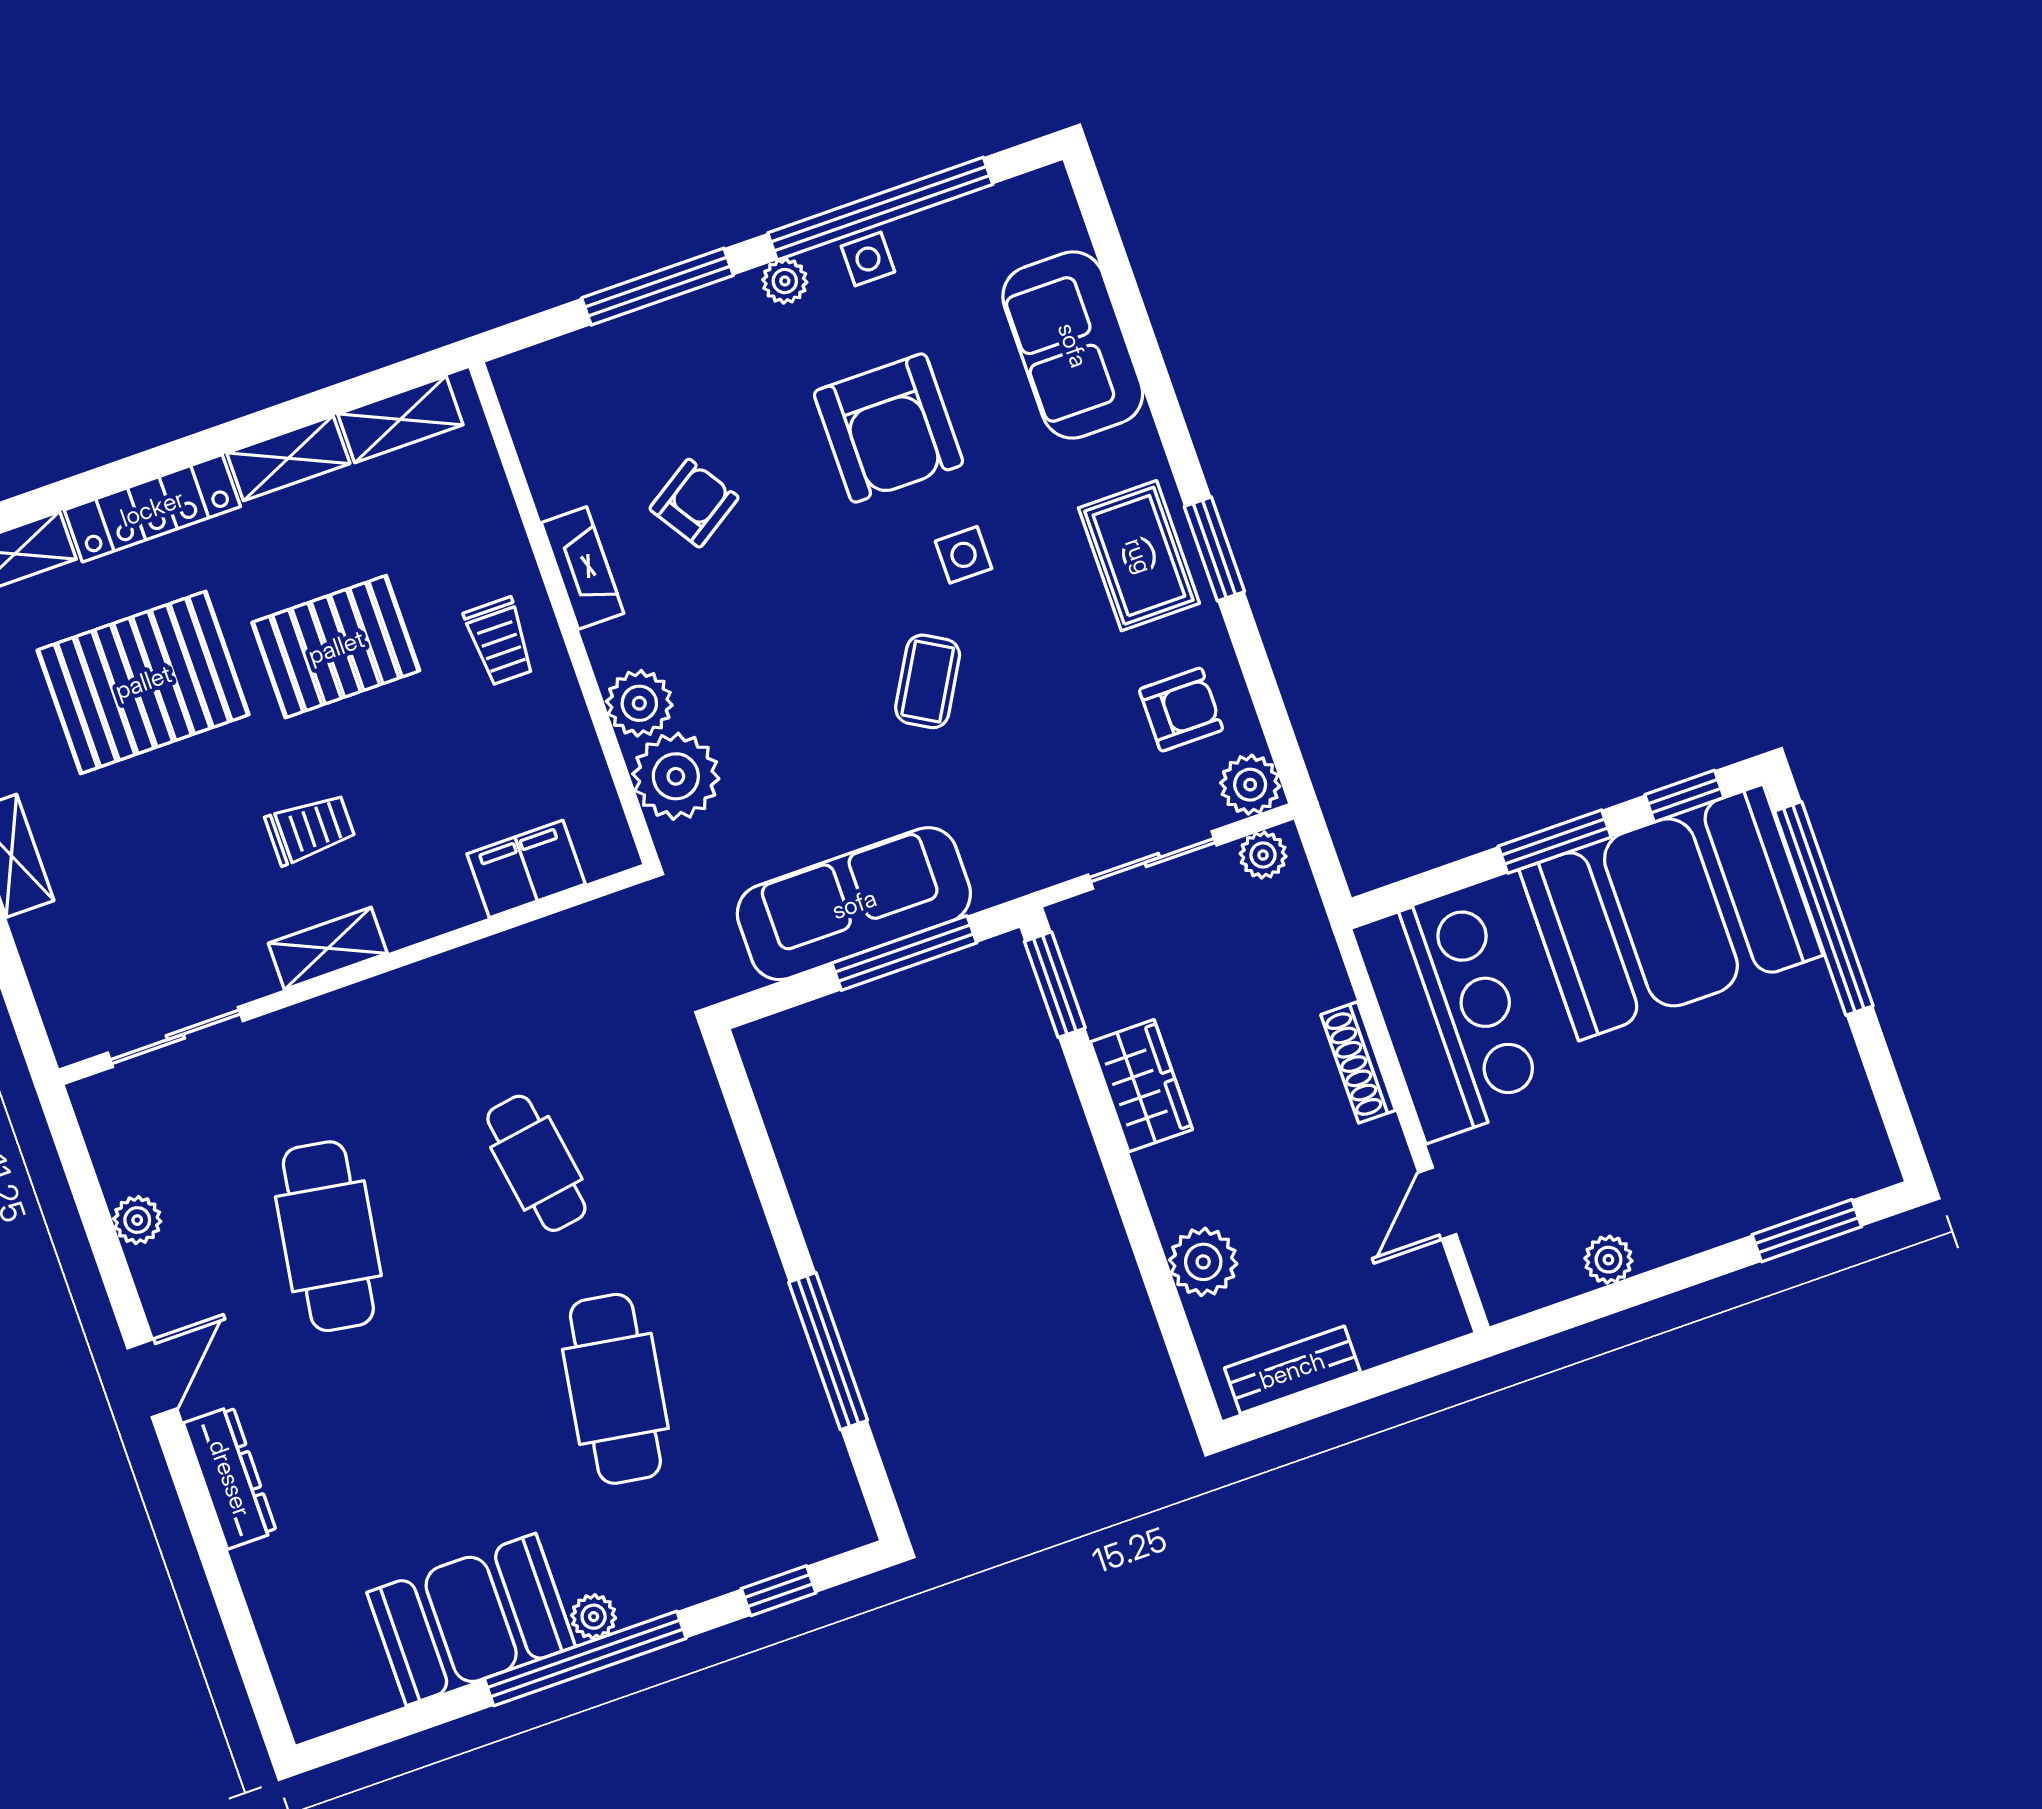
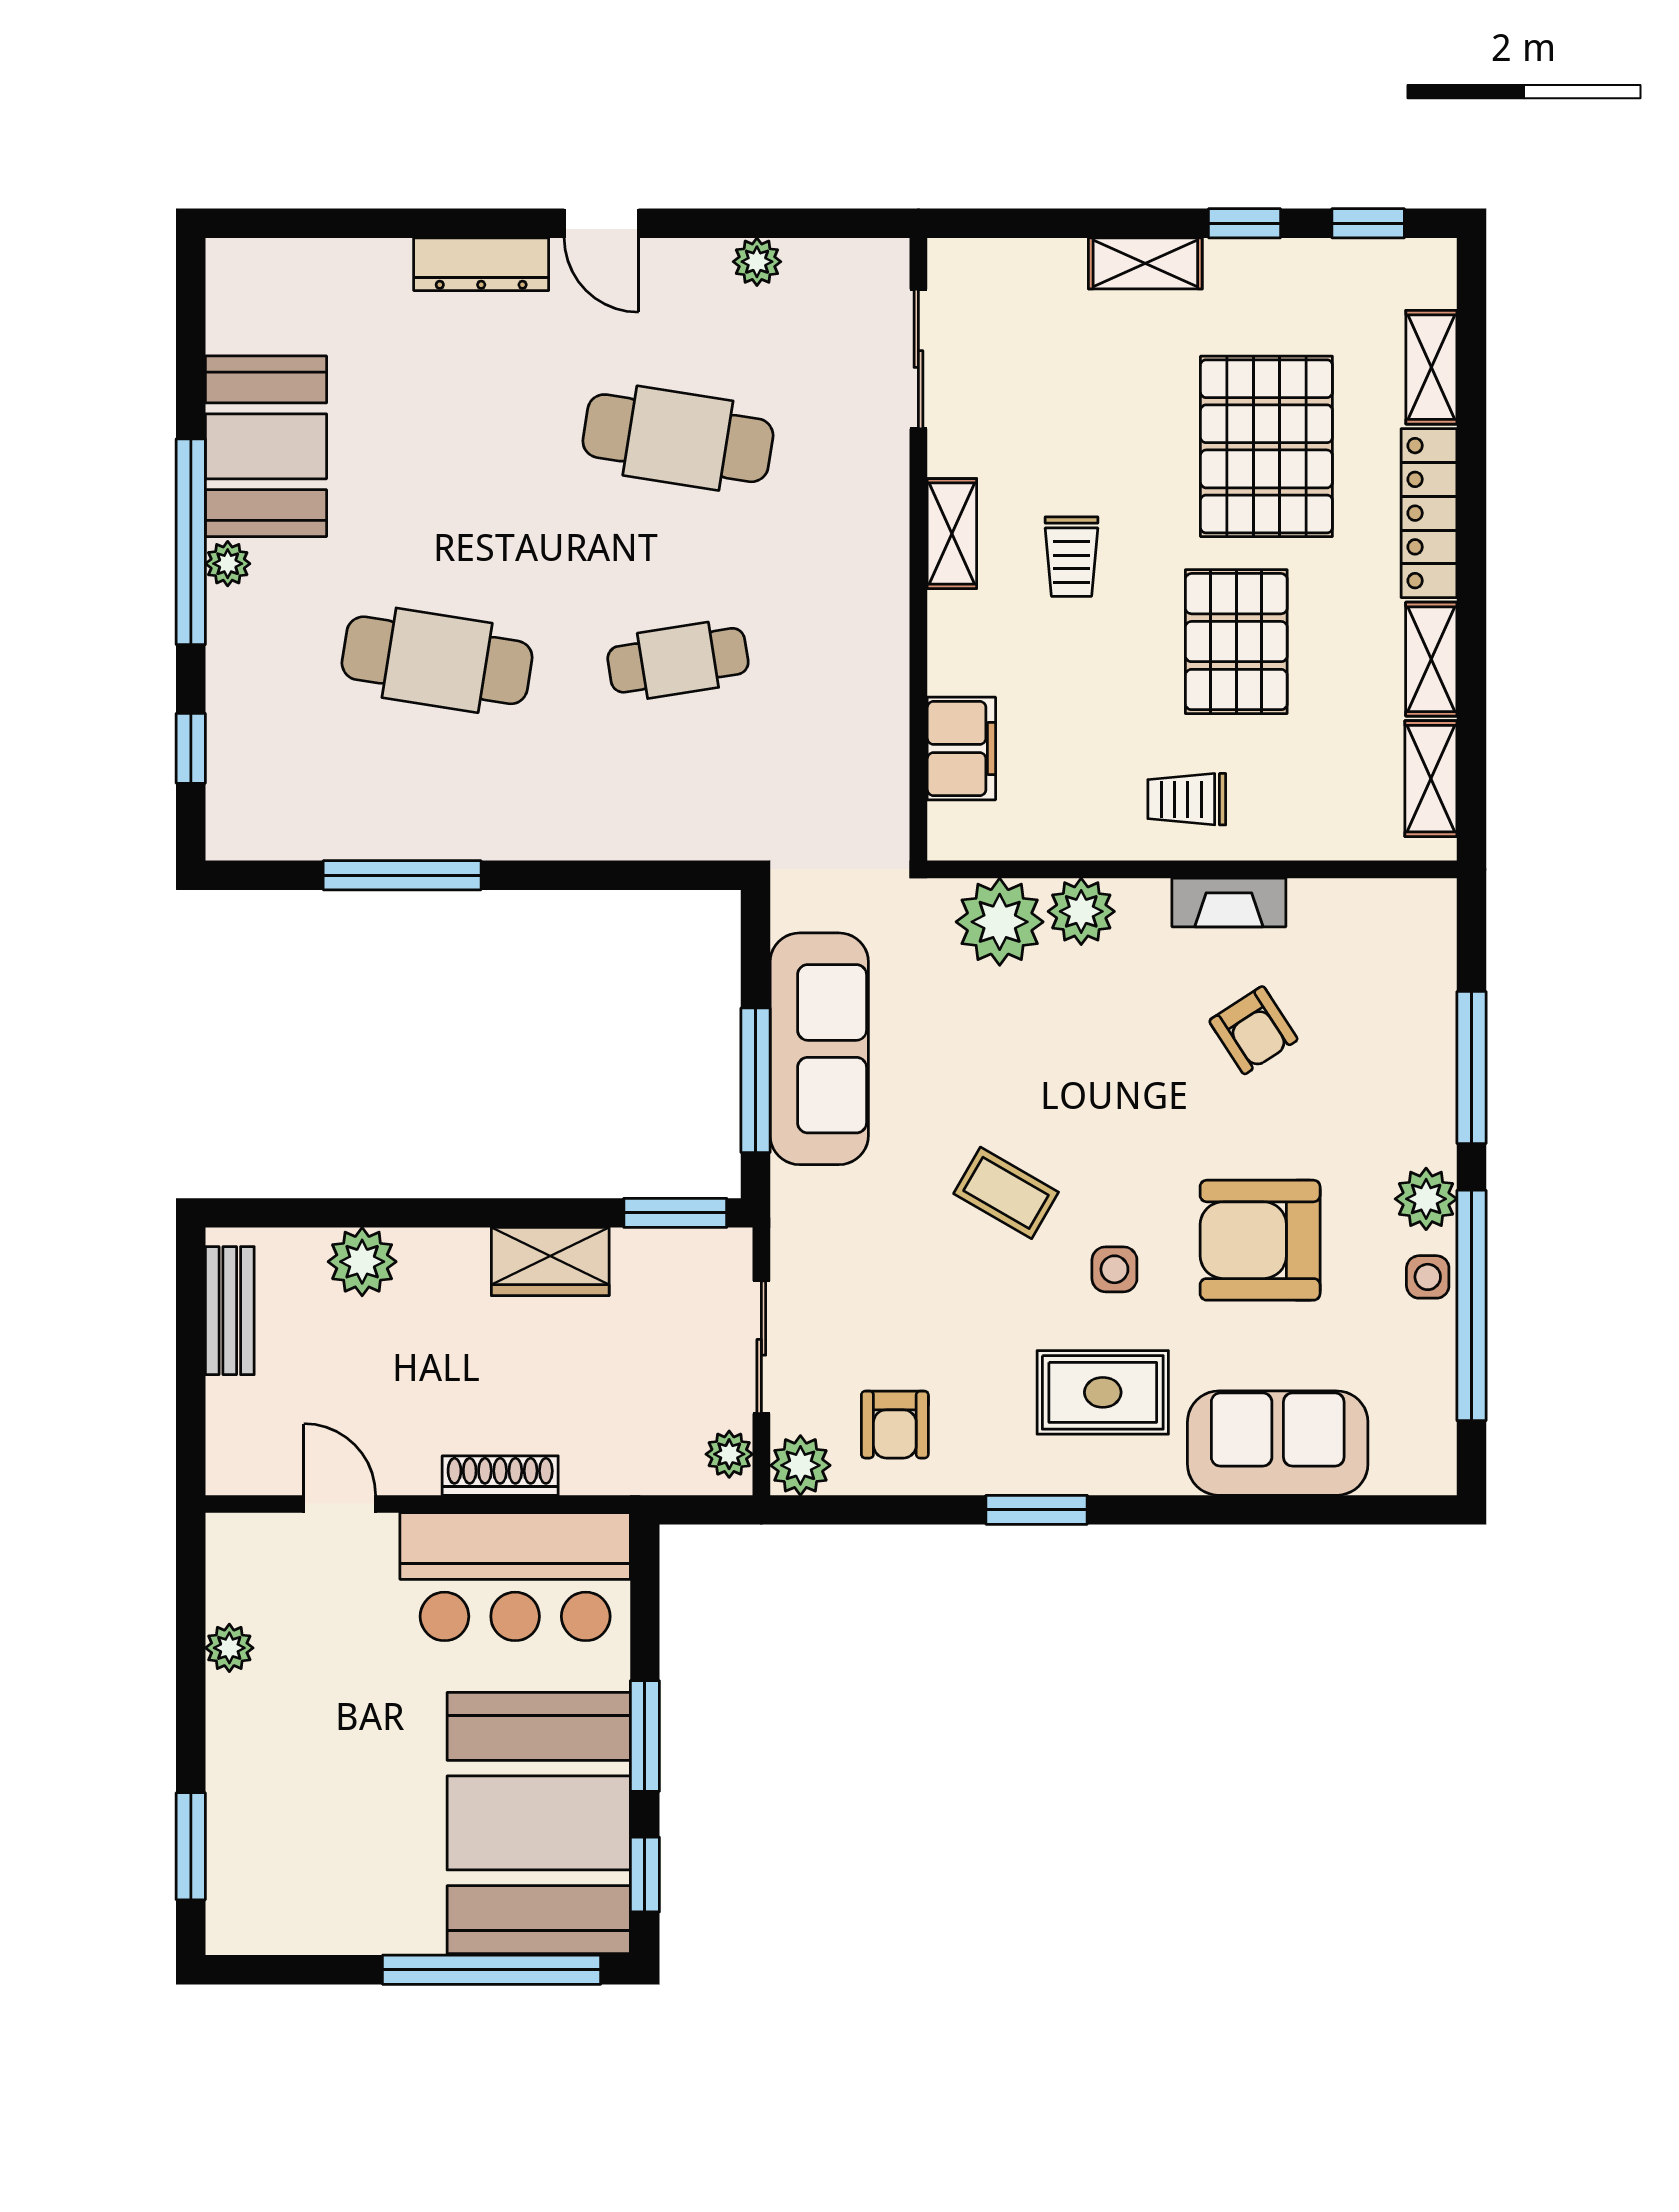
plant: (785, 281) -> (1426, 1199), width x1.38, depth x1.38
rug: (1139, 556) -> (1103, 1392), moved

